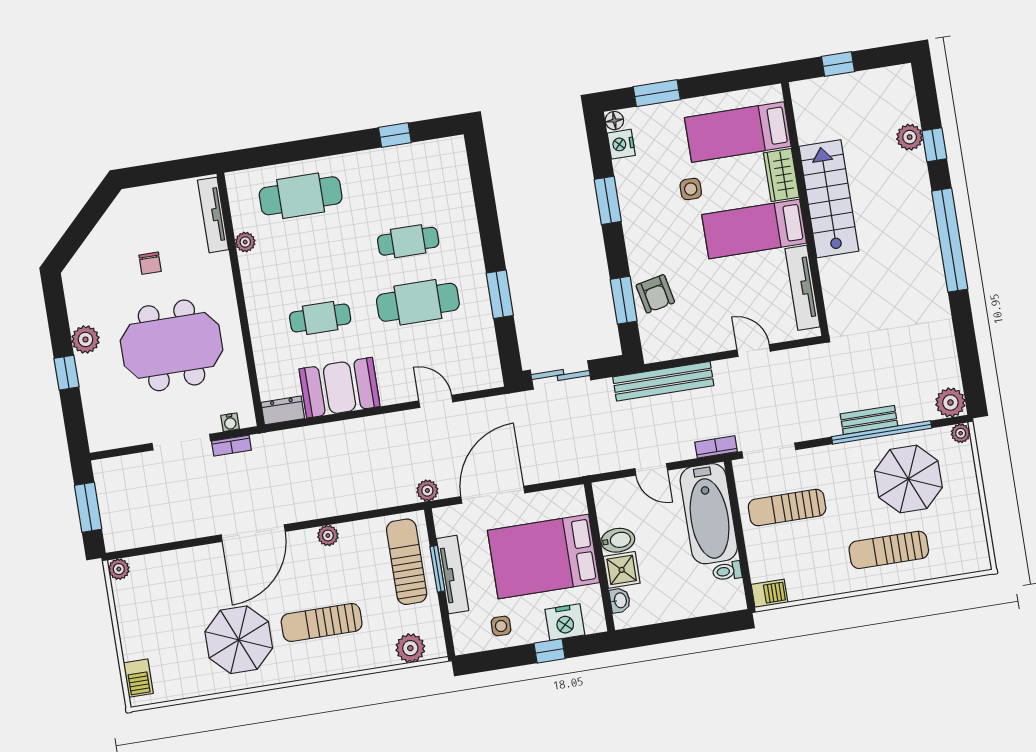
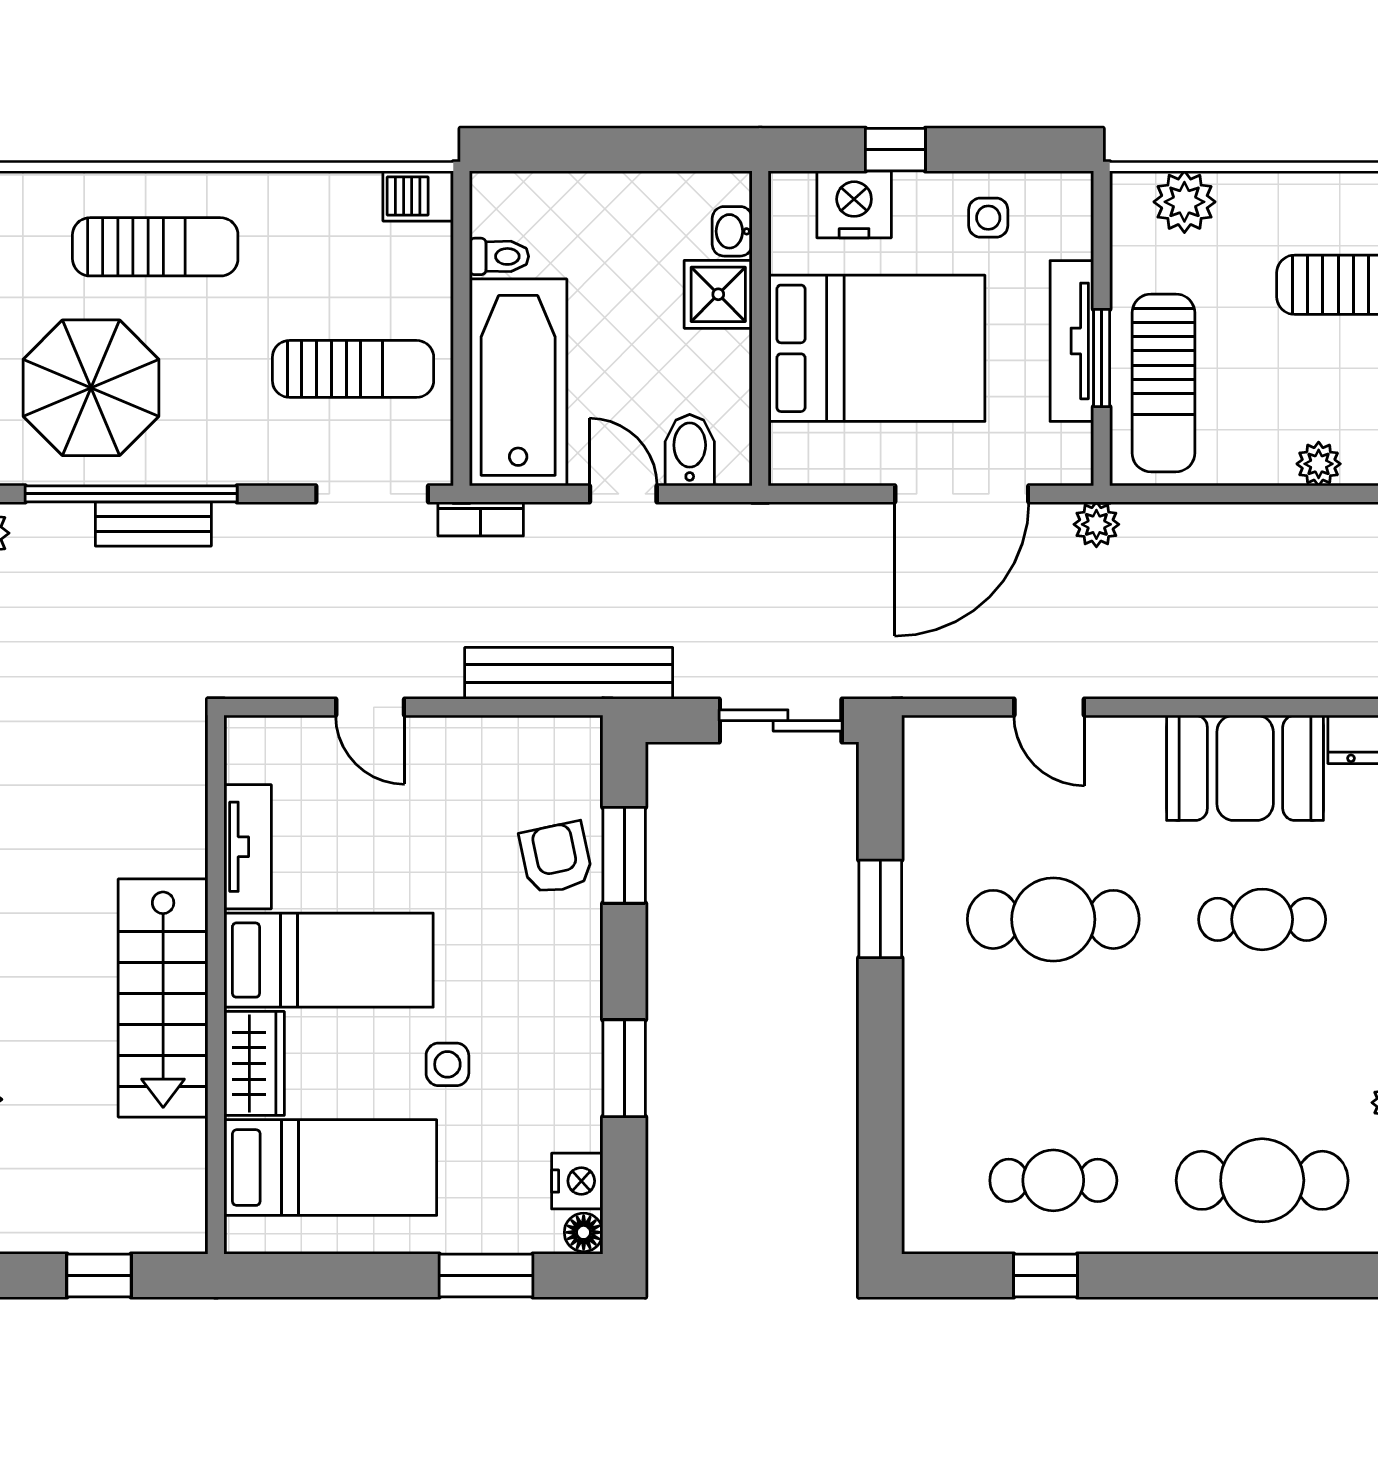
cafe table: (408, 241) -> (1053, 1180), moved
tv unit: (802, 288) -> (248, 847), width x0.71
bidet: (618, 540) -> (690, 450), moved, turned 90

